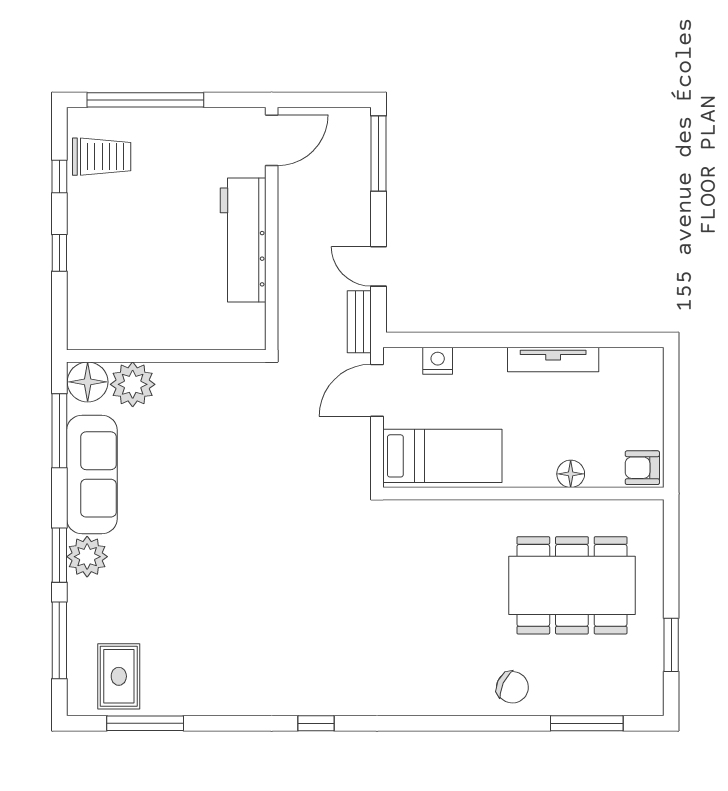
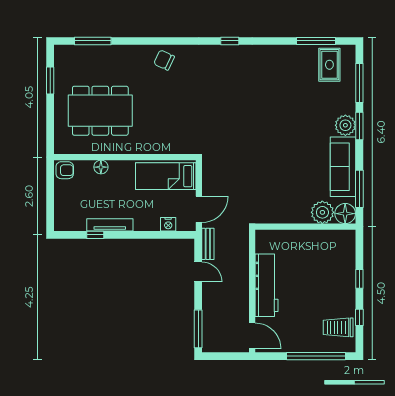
door: (272, 140) -> (252, 336), swing flipped
window: (582, 340) -> (95, 235), added
chair: (512, 687) -> (164, 60), moved

